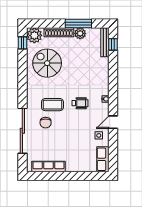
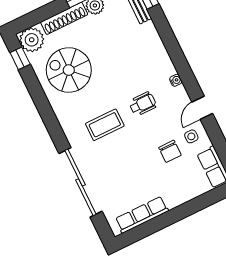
chair: (46, 123) -> (170, 151), moved

